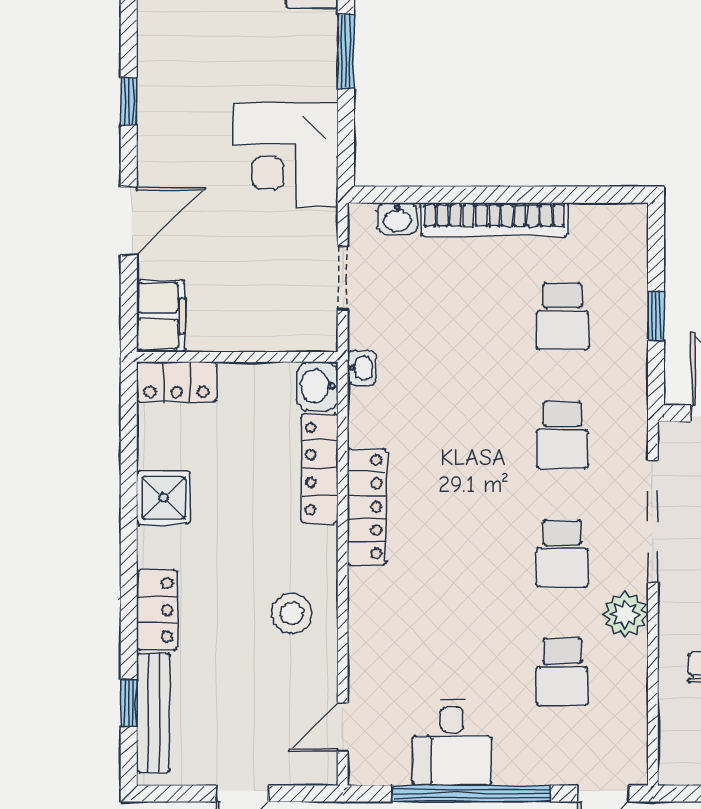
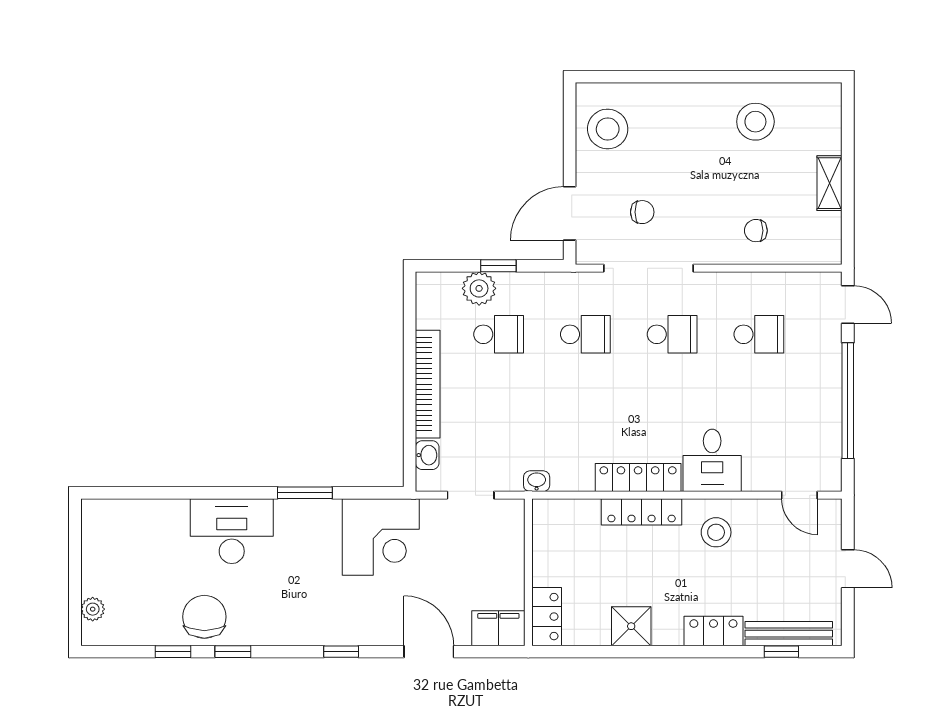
washbasin: (317, 386) -> (550, 514), removed
locker: (320, 469) -> (642, 512), moved
plant: (625, 615) -> (479, 288), moved
desk: (452, 743) -> (712, 460), moved, turned 90

